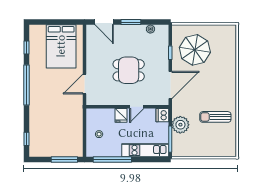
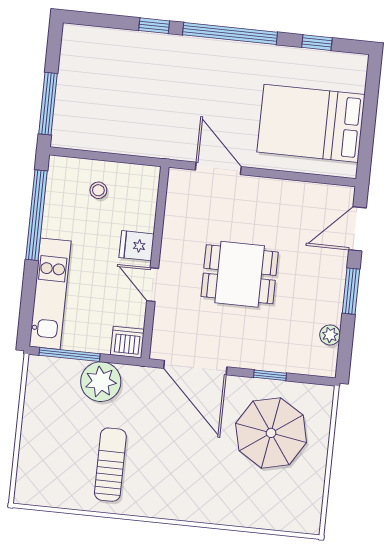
dining table: (129, 70) -> (240, 274), turned 90
window: (26, 139) -> (154, 26), moved

